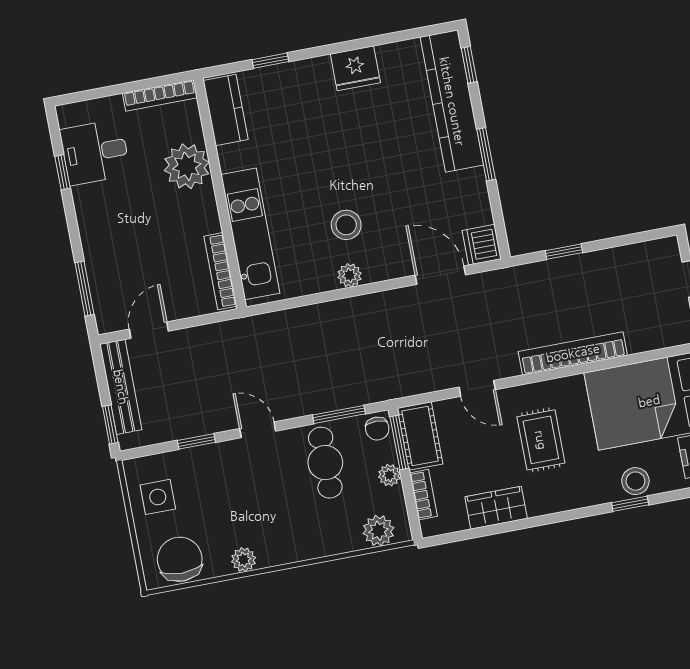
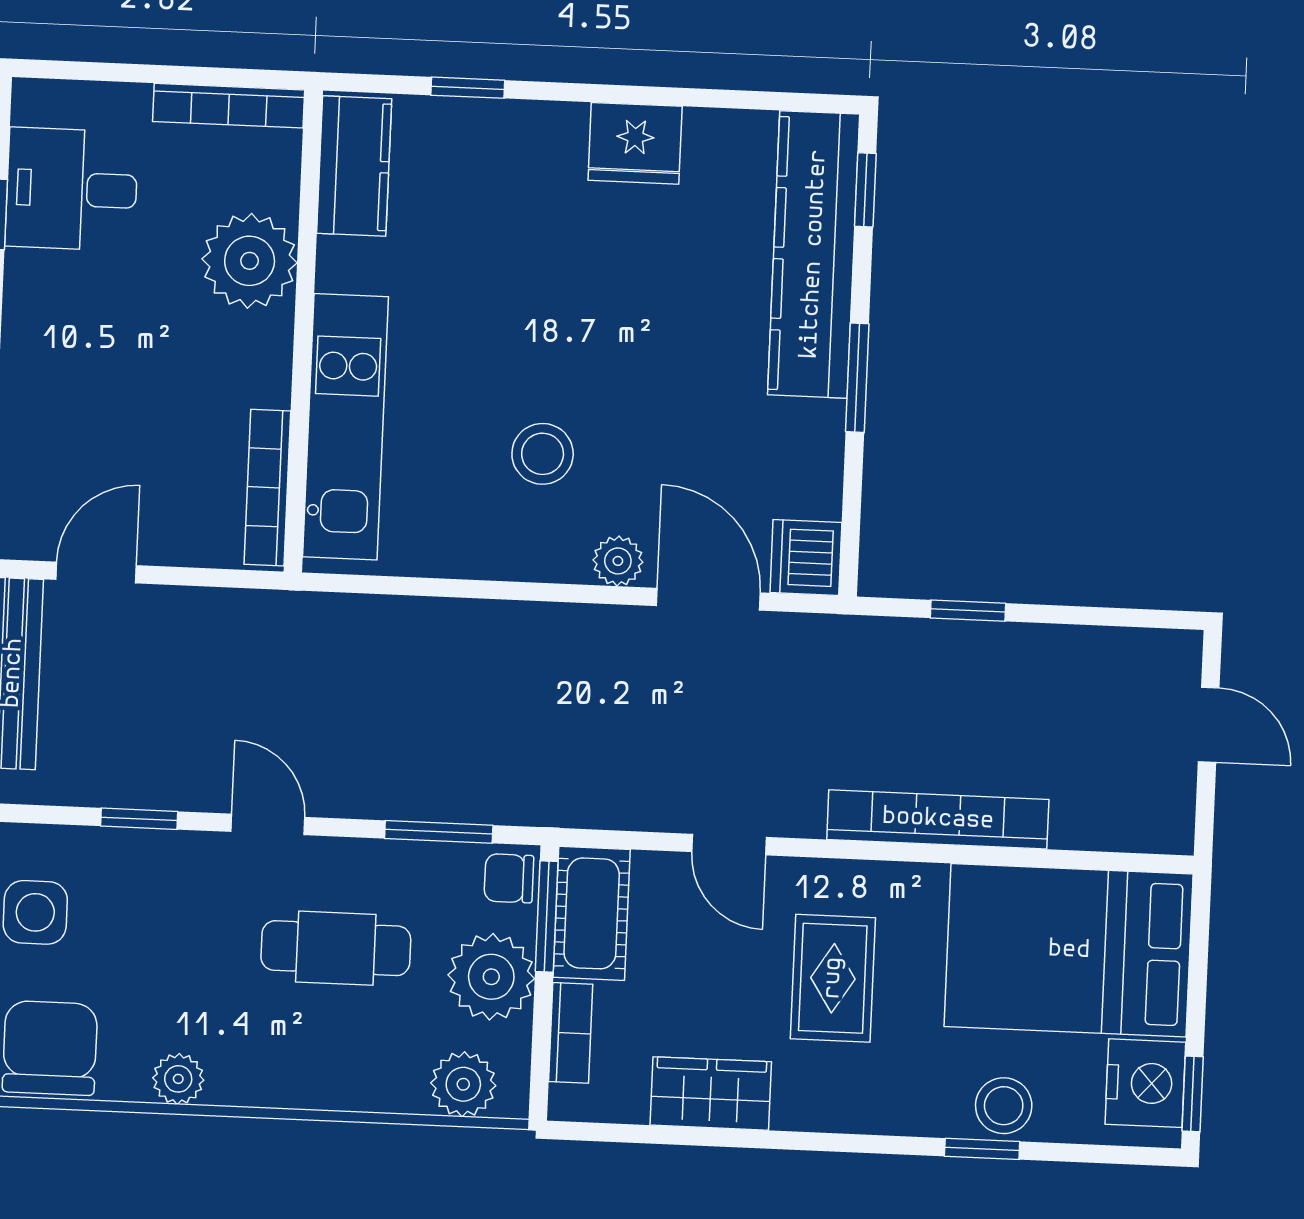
plant: (350, 275) -> (618, 561), moved
chair: (377, 429) -> (509, 878), turned 90
cafe table: (325, 463) -> (336, 948), moved, turned 90
plant: (389, 475) -> (491, 977), width x1.88, depth x1.88

